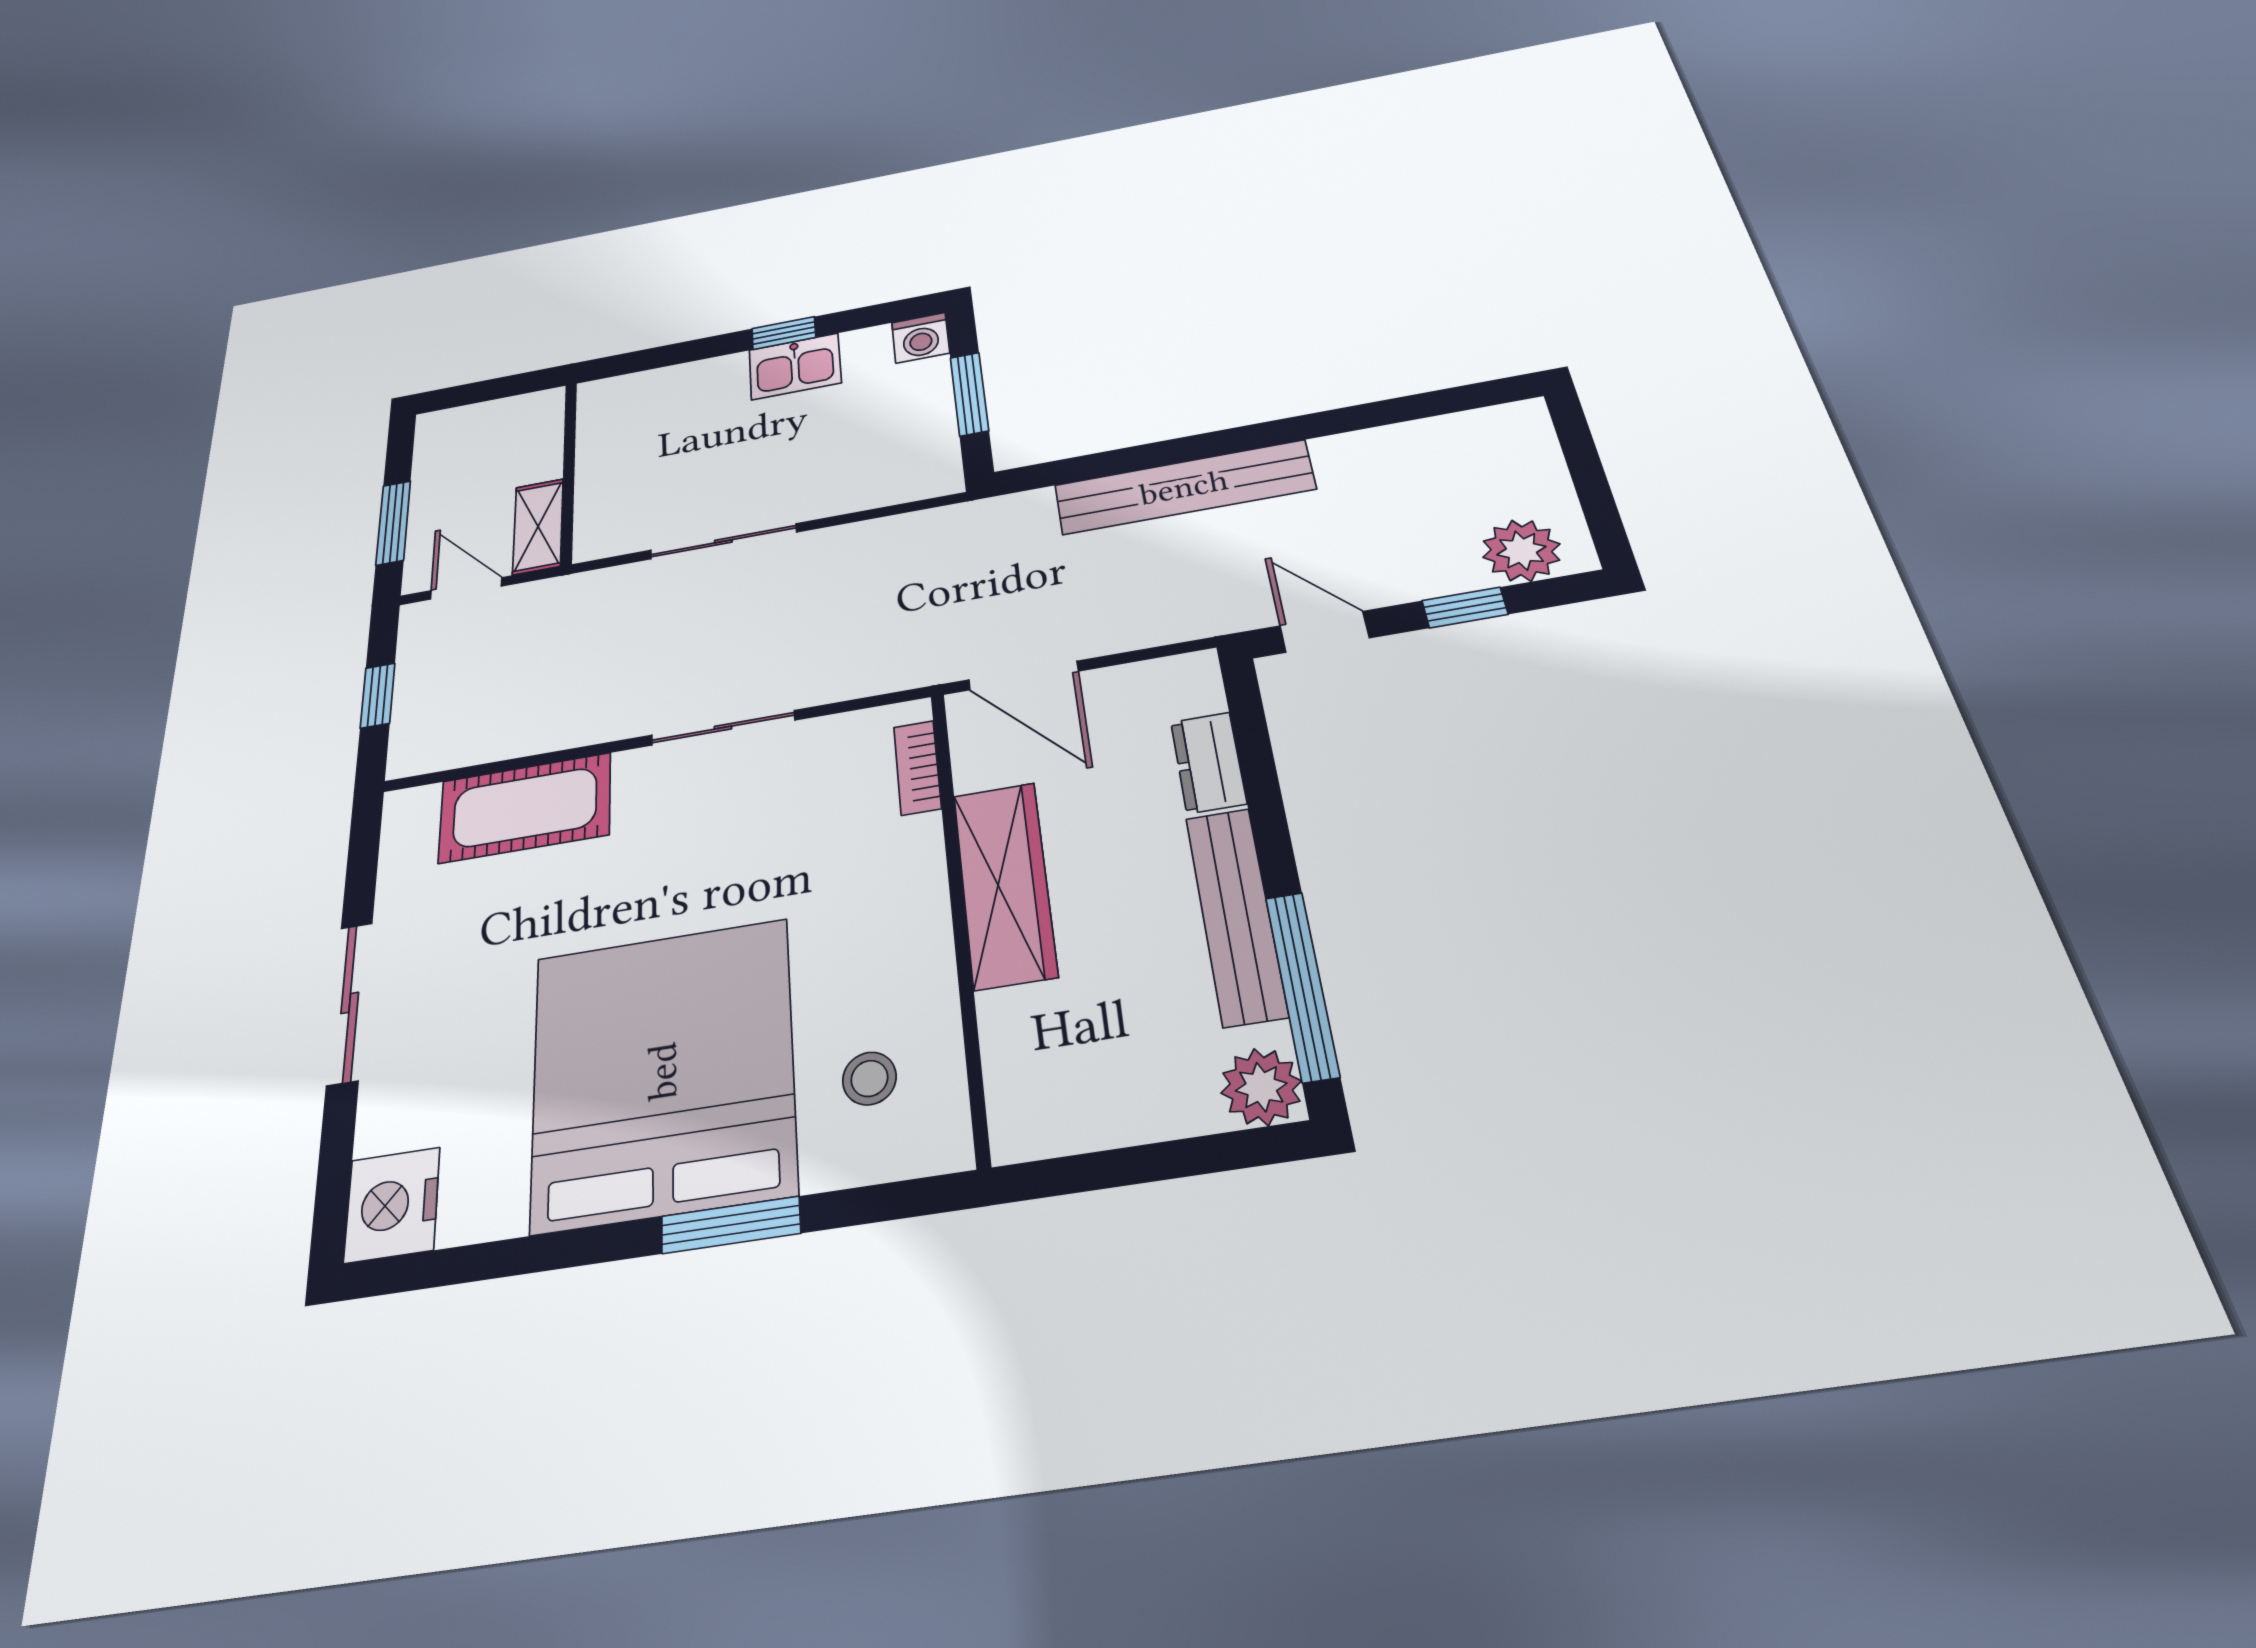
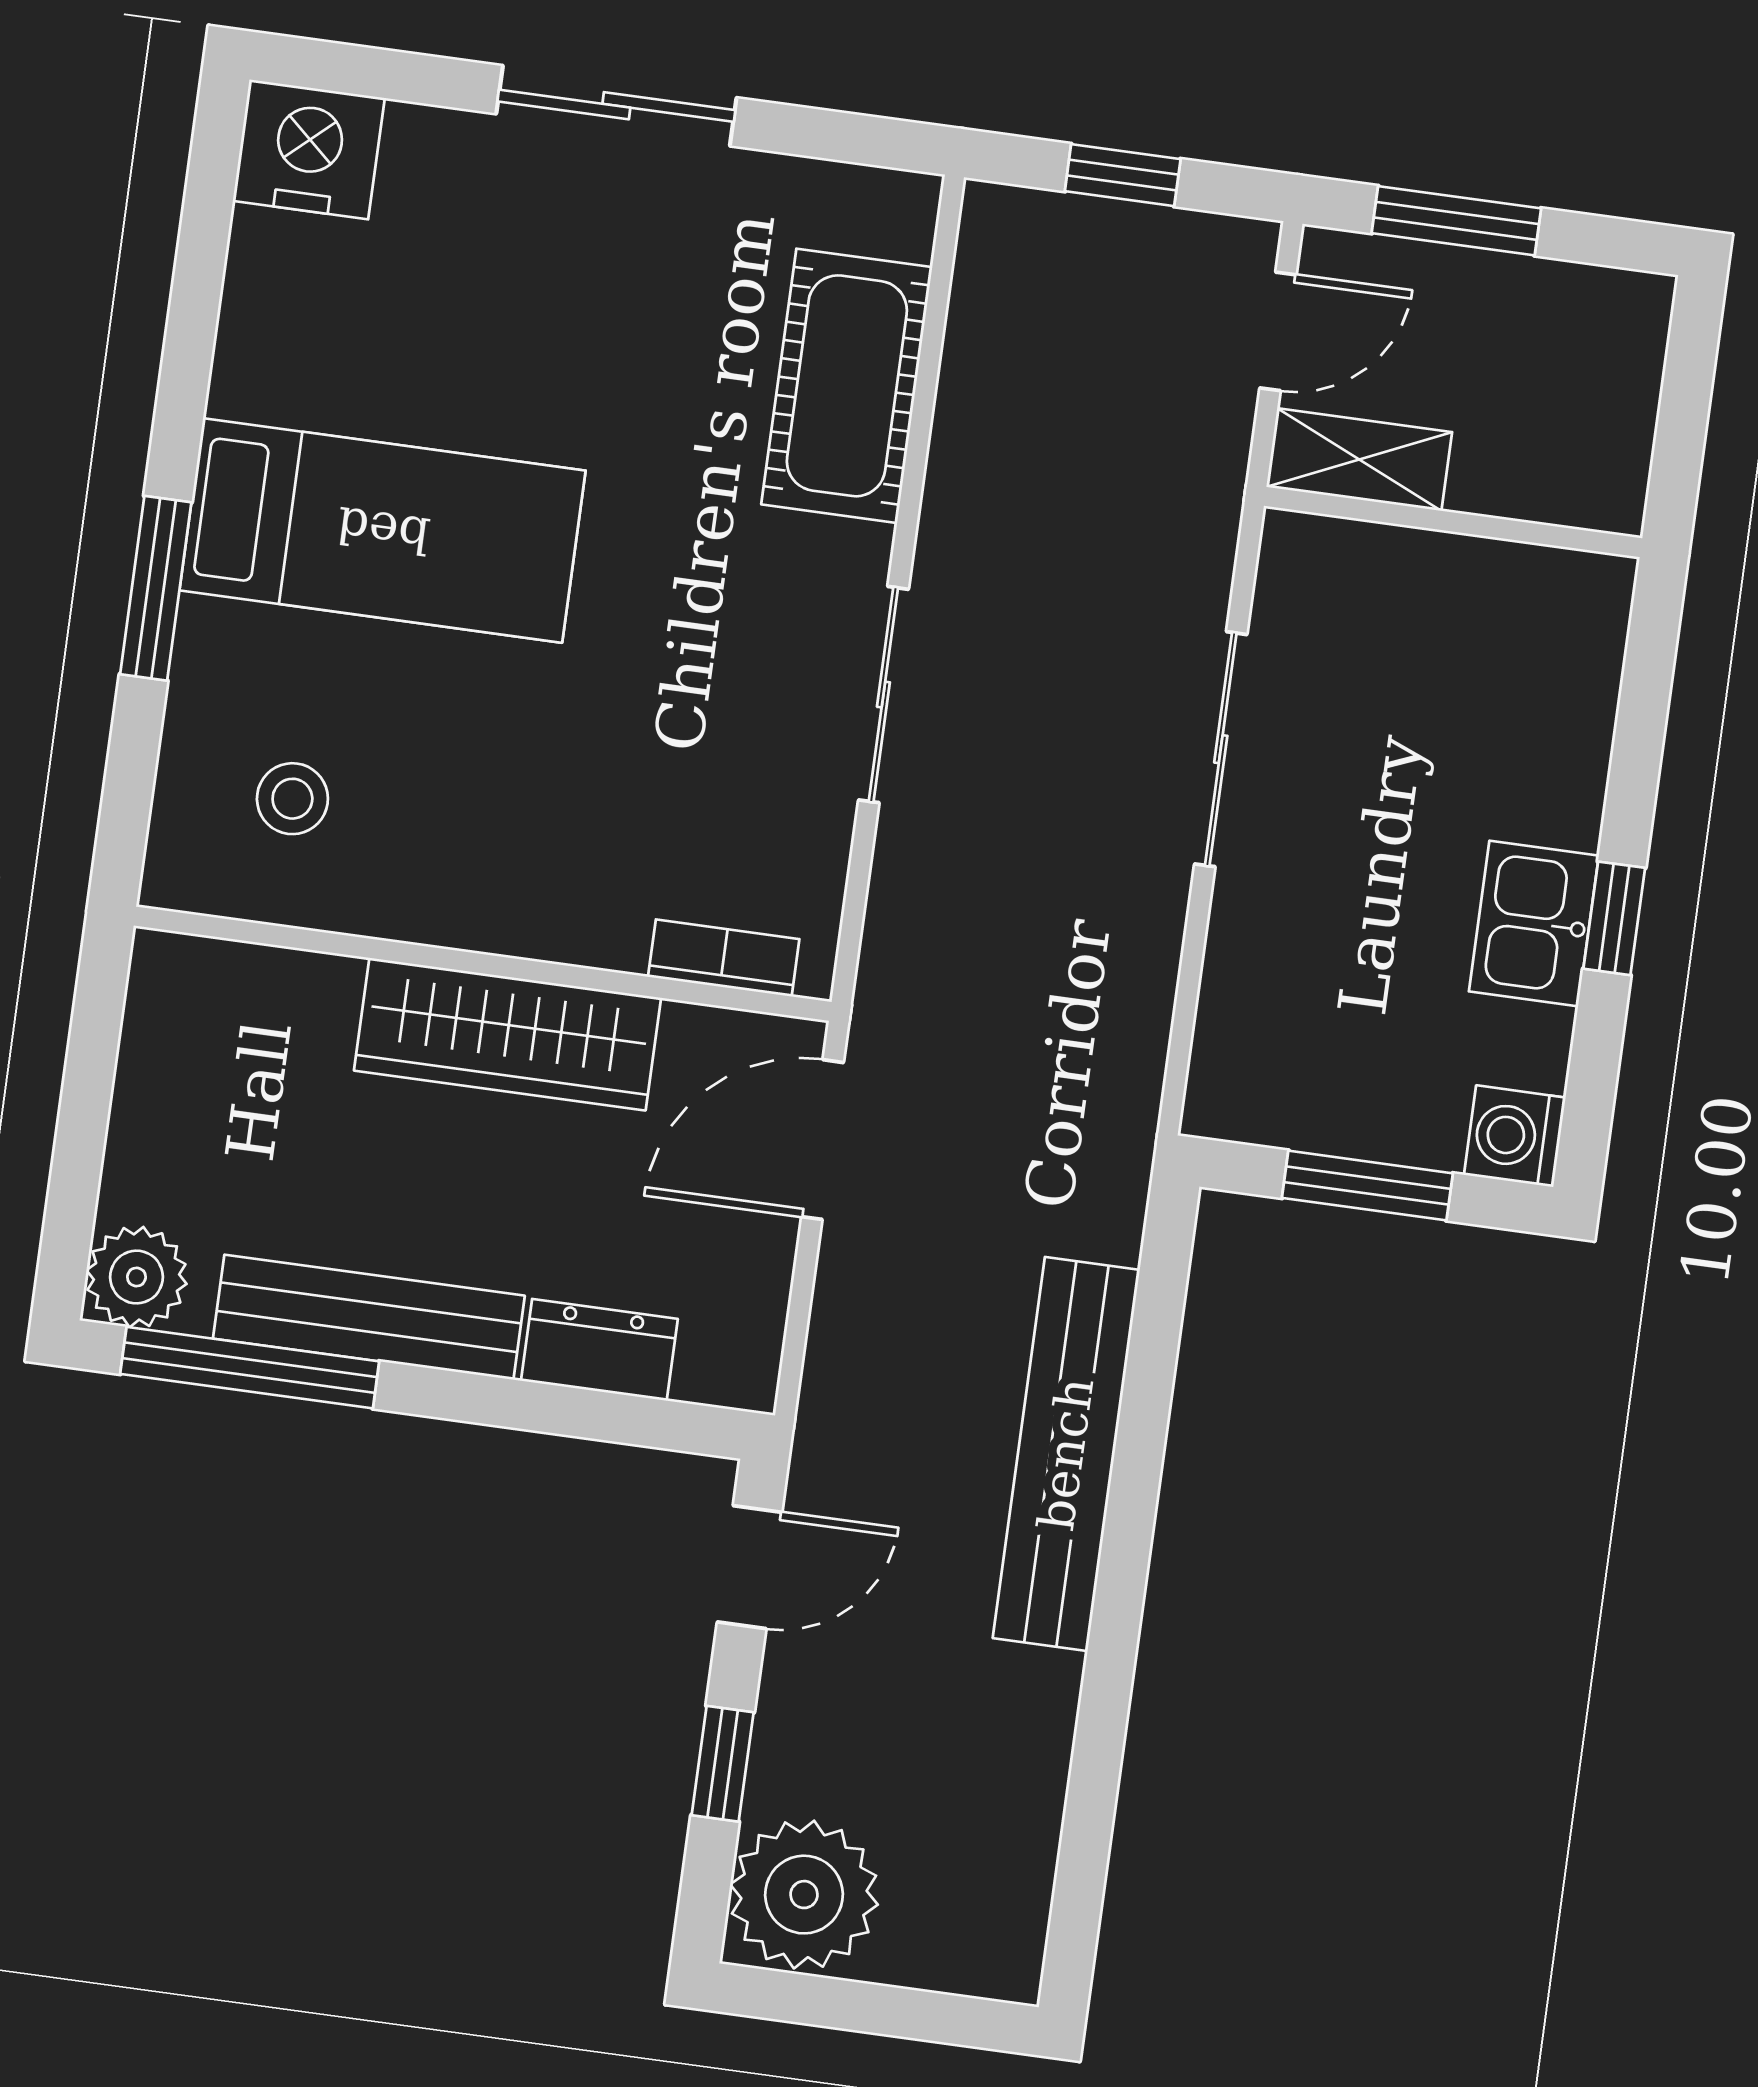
plant: (1521, 551) -> (804, 1895), width x1.36, depth x1.36
bed: (662, 1072) -> (383, 530), width x0.49

